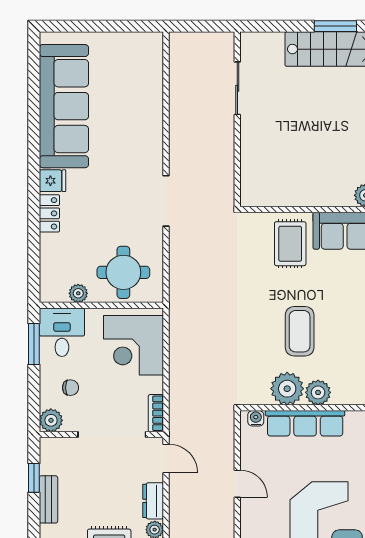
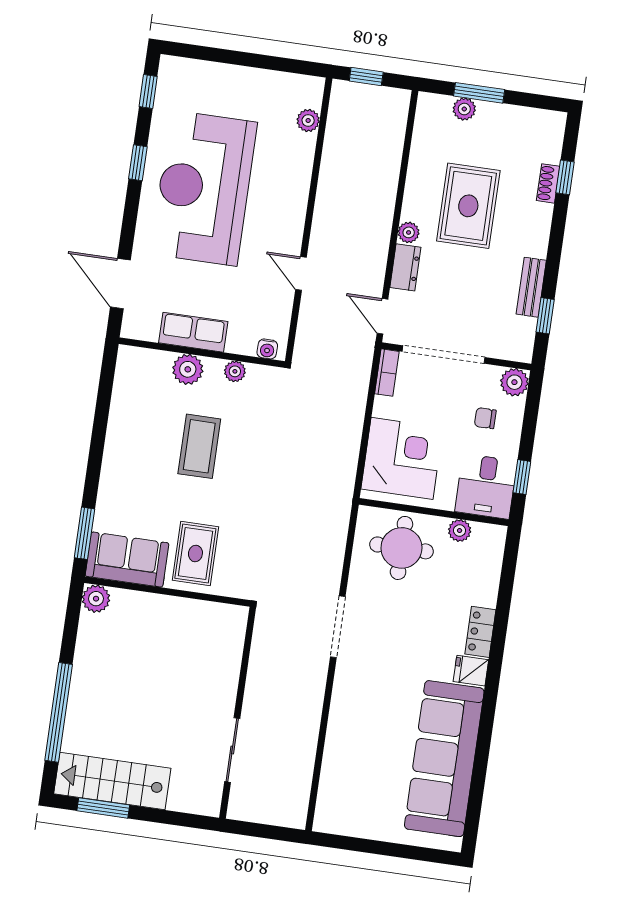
window: (34, 344) -> (522, 477), width x0.67
plant: (287, 389) -> (235, 371), width x0.53, depth x0.53
row of seats: (305, 423) -> (193, 332), width x0.68

